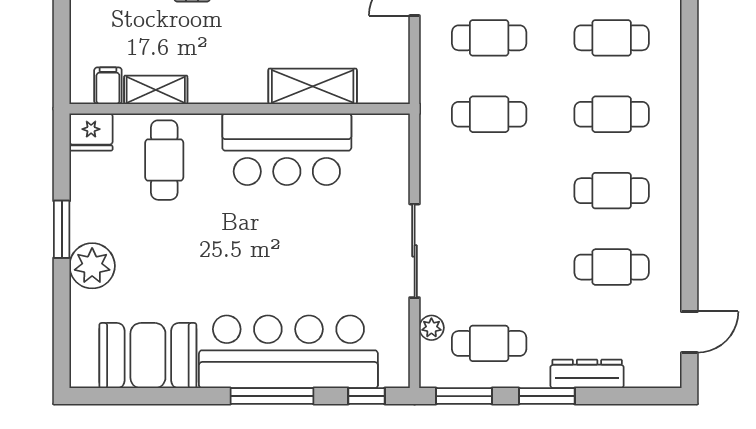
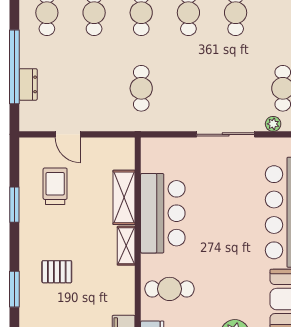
cafe table: (489, 38) -> (94, 88), removed
shelving: (156, 90) -> (126, 246), moved

